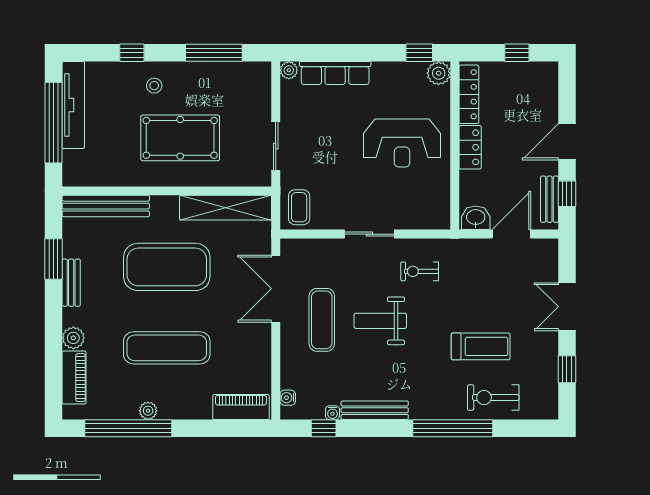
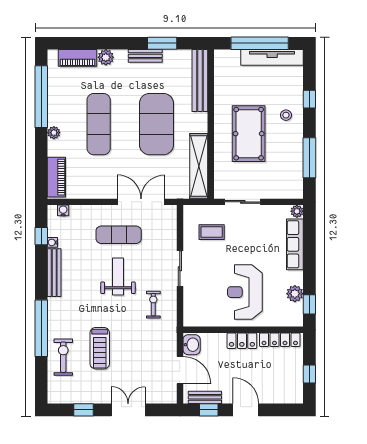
plant: (439, 73) -> (295, 294), moved
coffee table: (299, 207) -> (212, 232), moved
plant: (148, 411) -> (54, 133), moved

